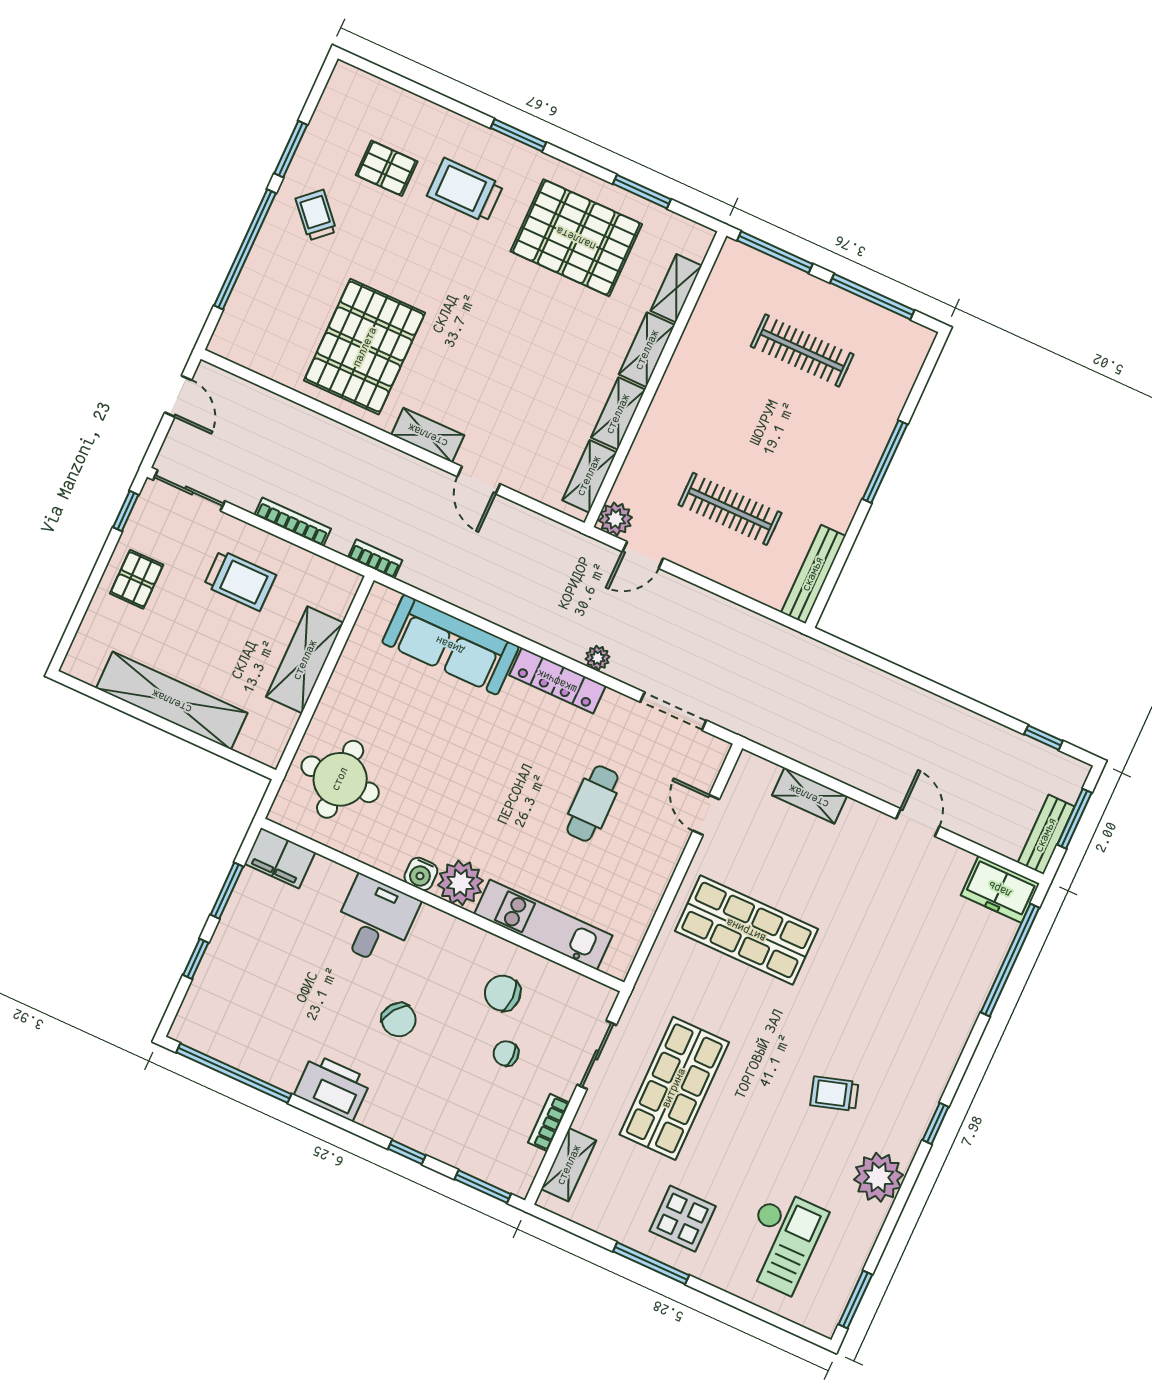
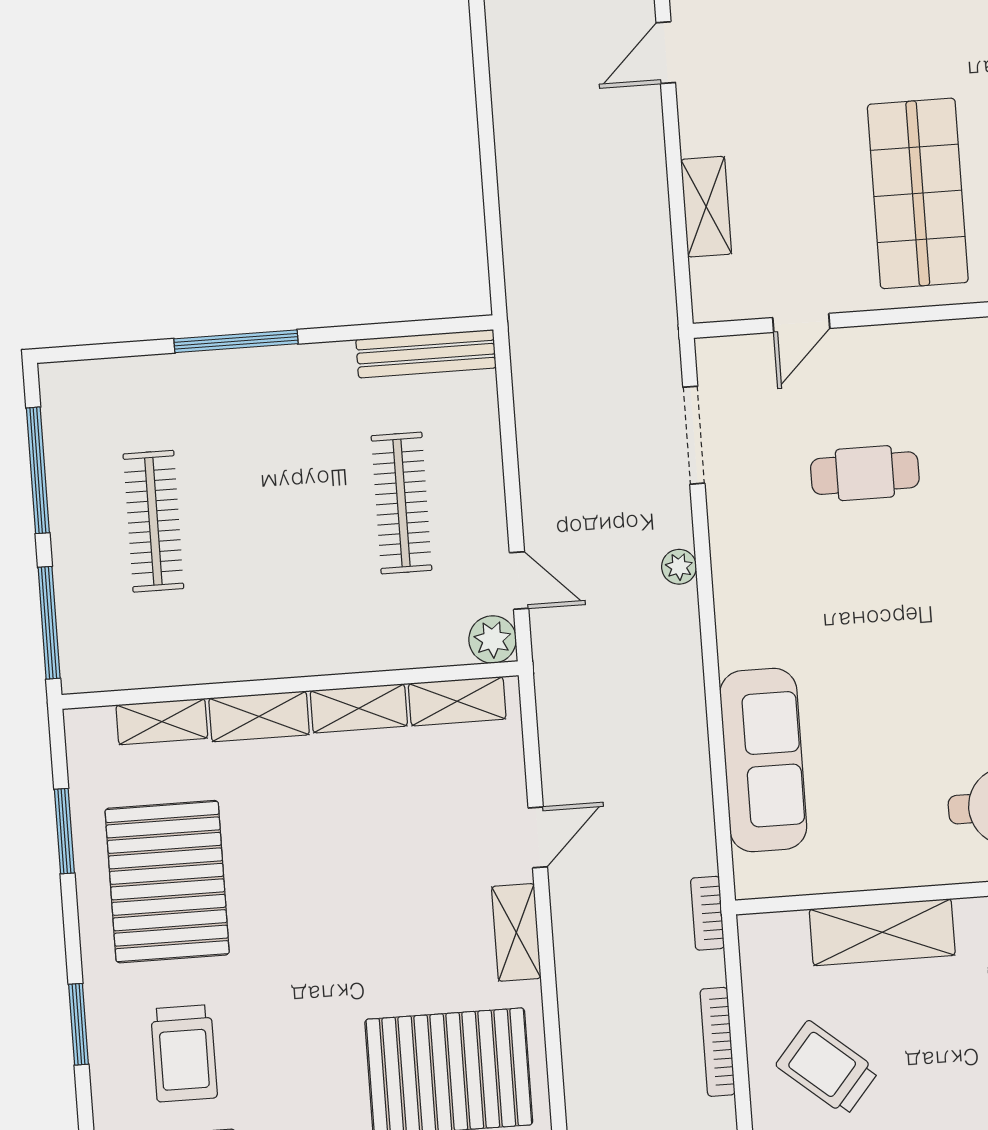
trolley: (240, 580) -> (827, 1068), turned -50
locker: (557, 681) -> (735, 601), removed

